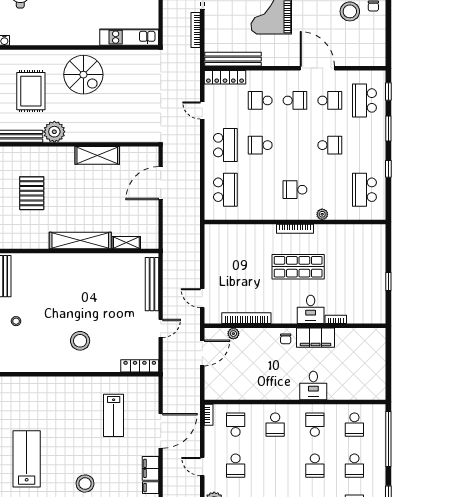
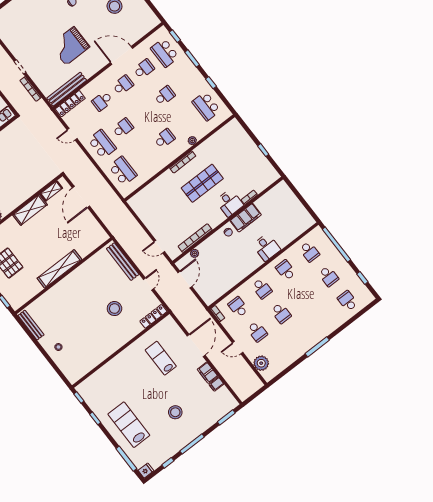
school desk: (260, 145) -> (123, 128), turned 180
school desk: (295, 190) -> (165, 139), turned 180
shelving: (126, 243) -> (51, 191), moved
stool: (80, 341) -> (114, 309), moved
lab bench: (114, 415) -> (161, 358), turned 180
school desk: (315, 466) -> (281, 313), moved

